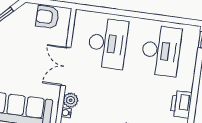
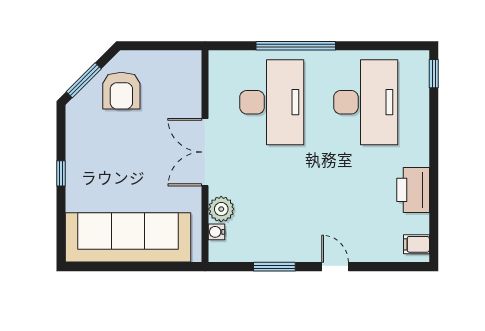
window: (126, 13) -> (296, 46), added
armchair: (47, 17) -> (121, 91), moved, turned -90

